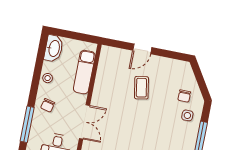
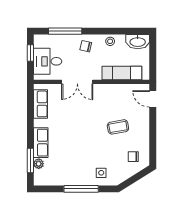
door: (142, 49) -> (153, 99), moved
chair: (184, 96) -> (133, 157), moved

